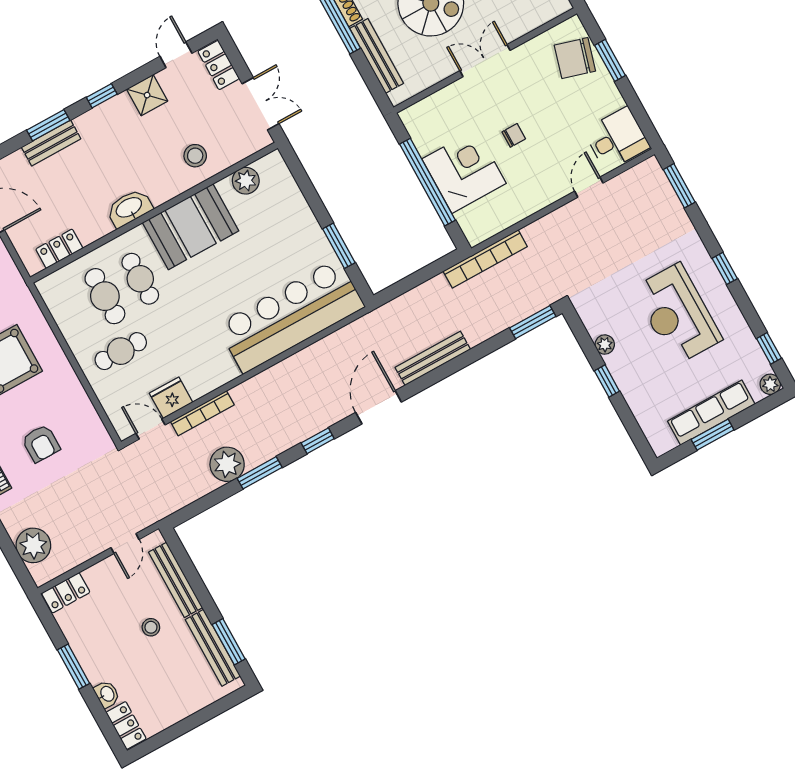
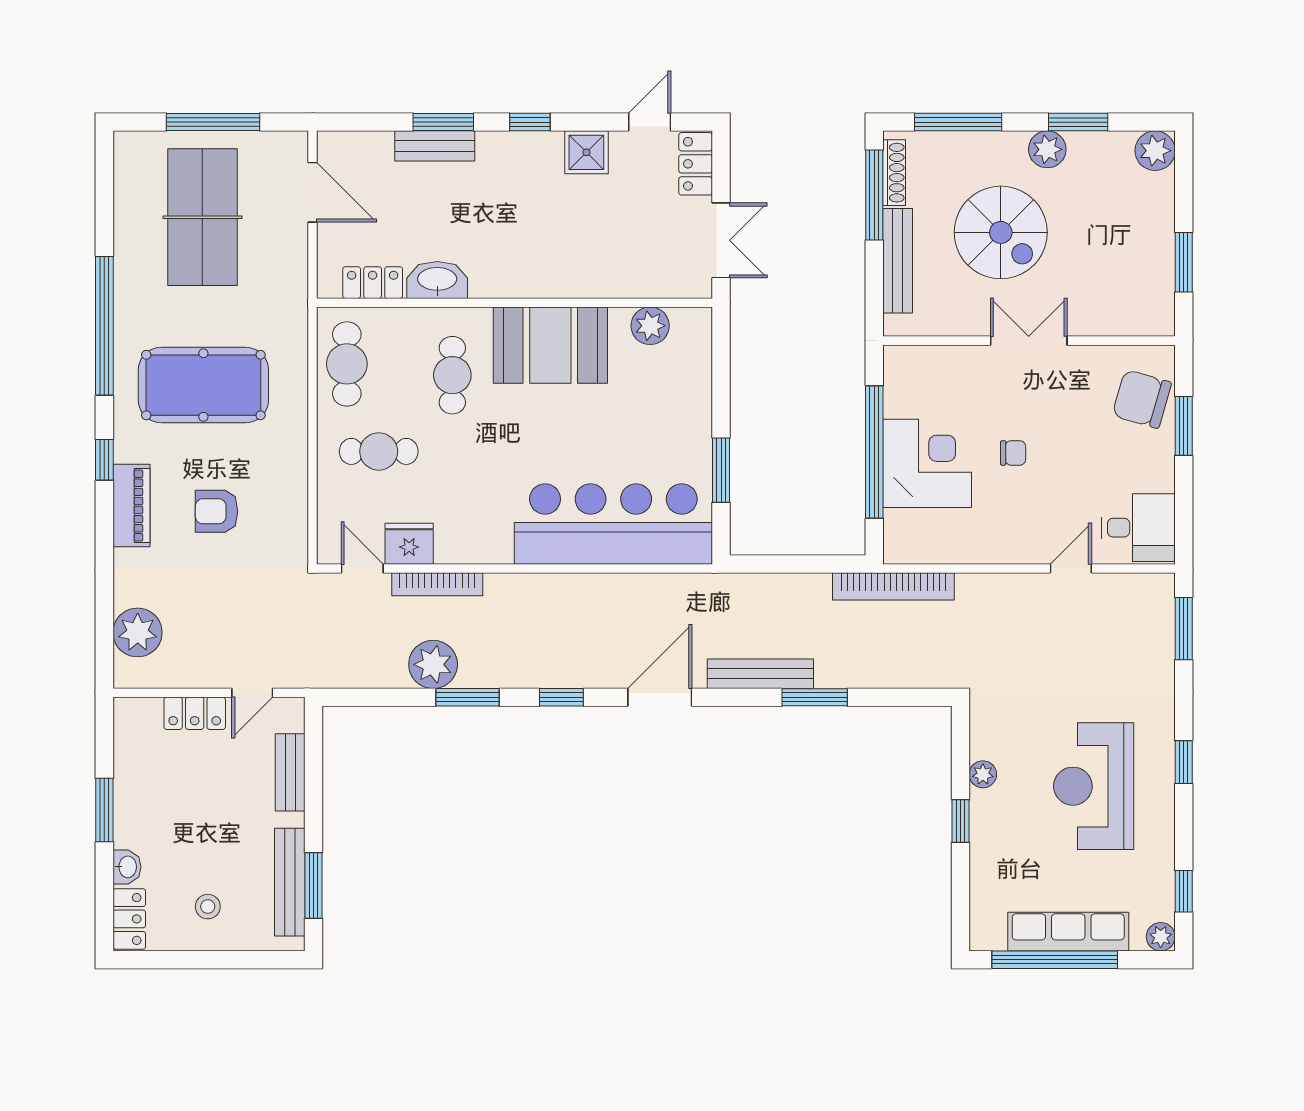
stool: (195, 156) -> (605, 260), removed
washbasin: (129, 208) -> (437, 280), moved
cafe table: (105, 296) -> (347, 364), moved
window: (533, 322) -> (815, 697), moved
window: (713, 435) -> (1055, 960), width x2.11
armchair: (41, 443) -> (217, 511), turned 90
bench: (176, 580) -> (290, 772), width x0.73
locker: (66, 593) -> (195, 713), moved
stool: (151, 627) -> (208, 907), moved

